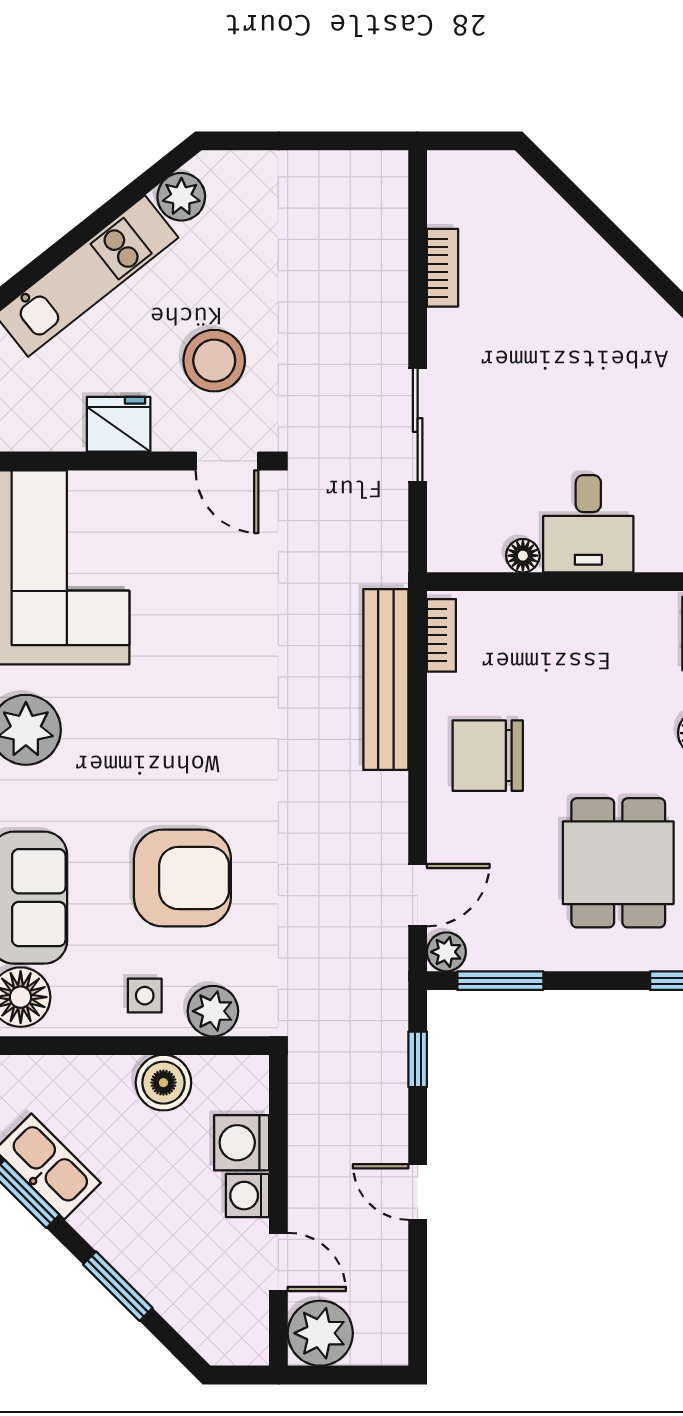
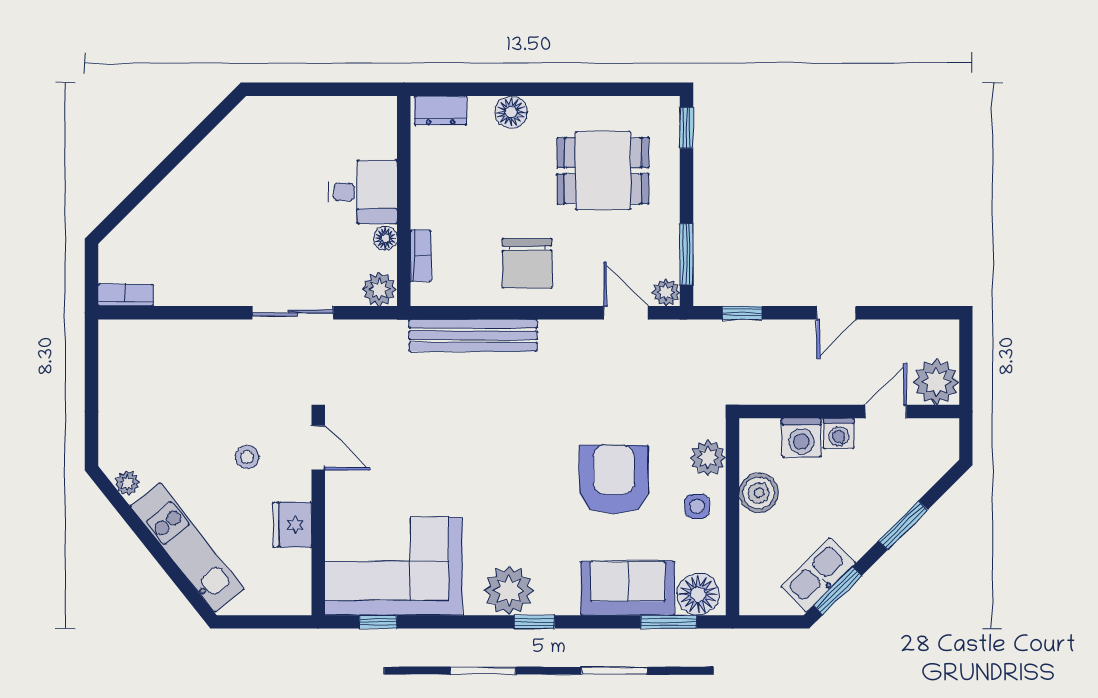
plant: (181, 197) -> (127, 483), width x0.73, depth x0.73
bookcase: (442, 268) -> (126, 295), moved
stool: (214, 361) -> (247, 457), width x0.53, depth x0.53
door: (227, 461) -> (318, 448), hinge flipped
plant: (451, 547) -> (379, 289), added
bookcase: (441, 635) -> (421, 256), moved, turned 90

